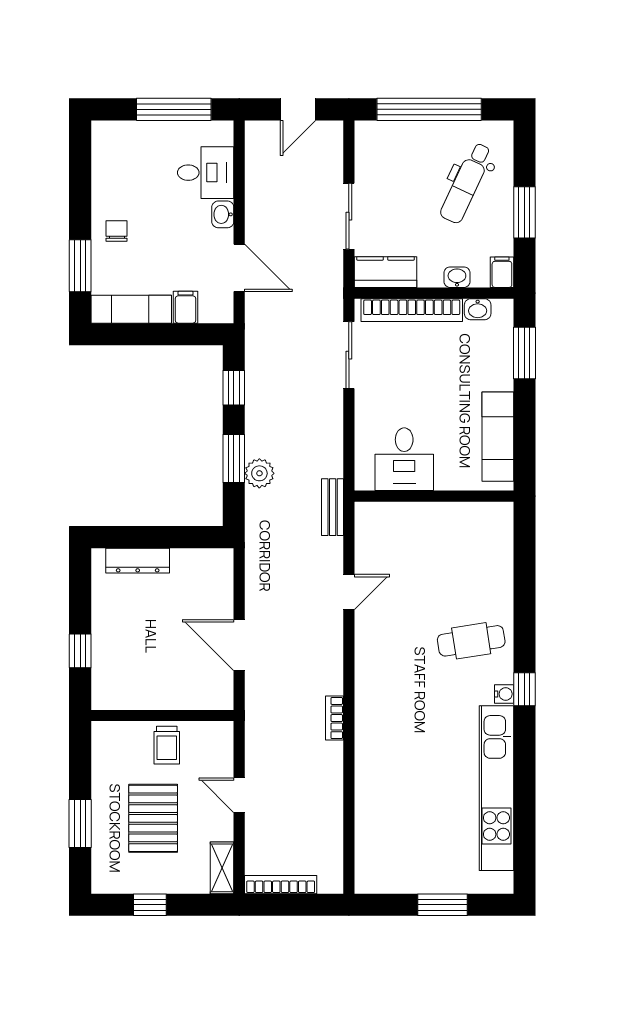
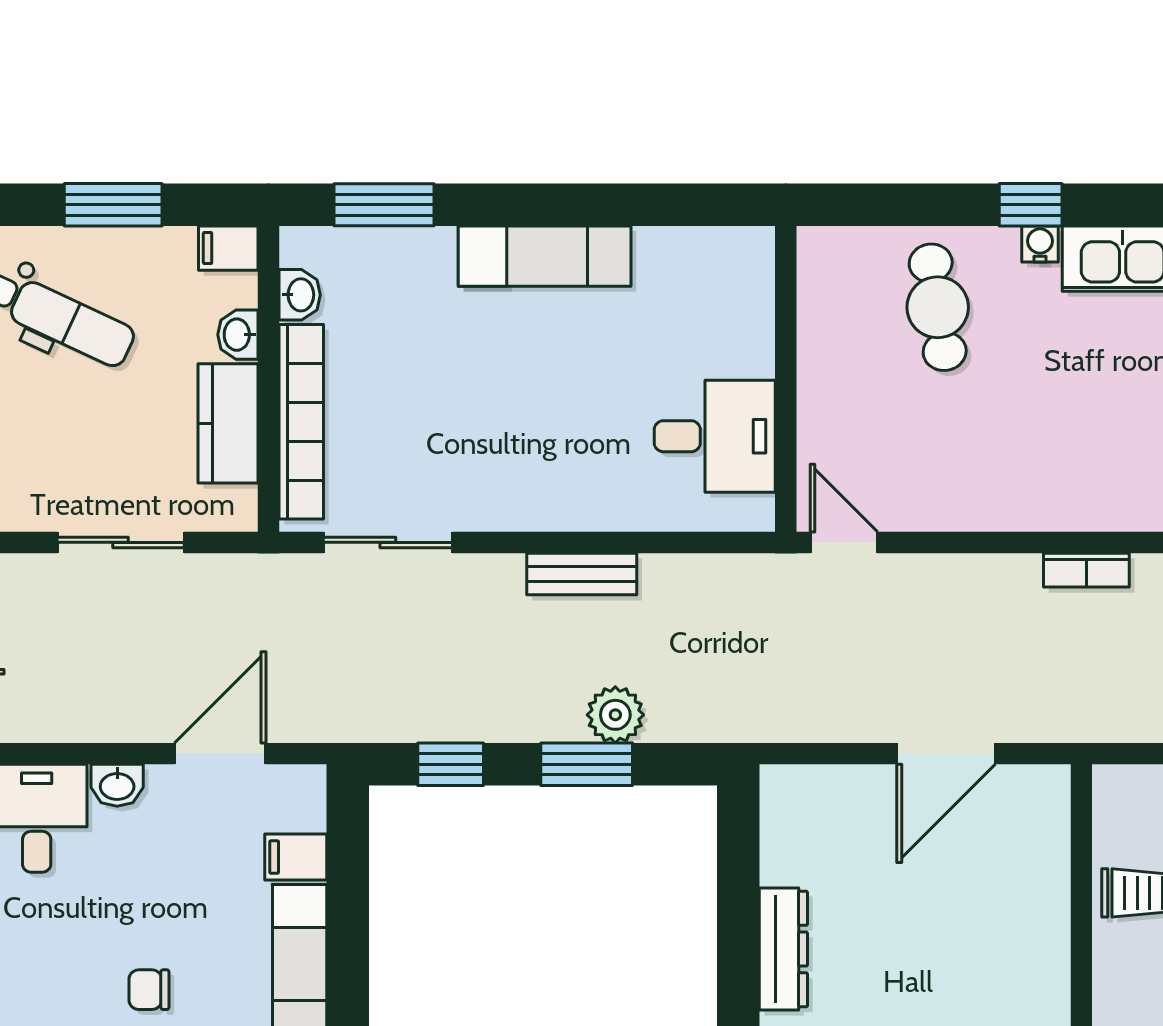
kitchen counter: (386, 272) -> (228, 423), moved
desk: (404, 459) -> (715, 436), moved
wall: (434, 496) -> (786, 379), moved
bench: (333, 507) -> (582, 574), moved

